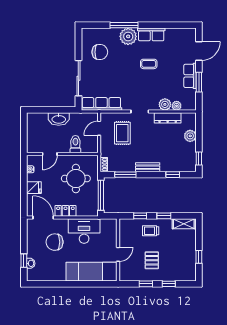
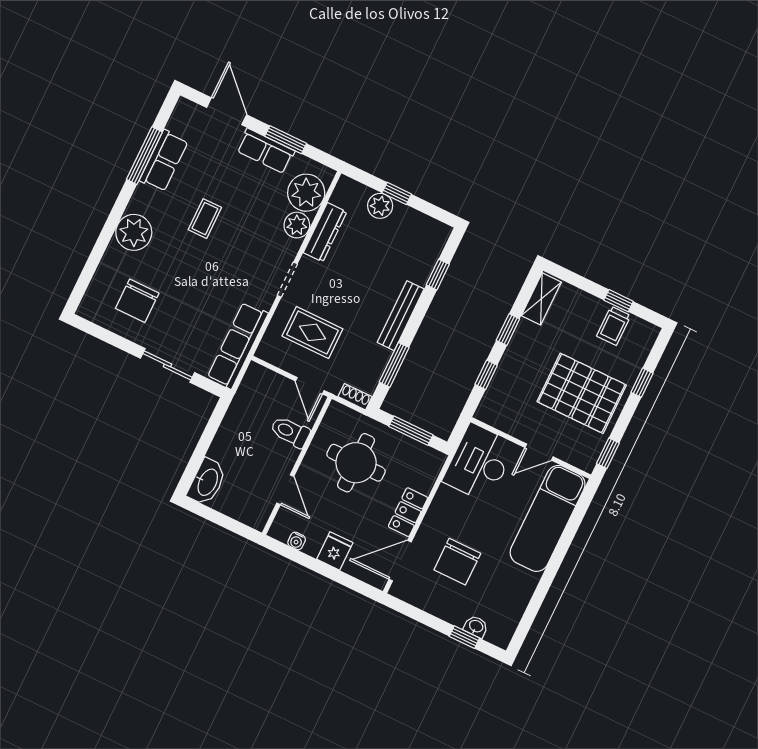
window: (124, 25) -> (144, 156), moved
row of seats: (151, 34) -> (164, 161), moved
chair: (100, 52) -> (137, 301), turned 180
sliding door: (78, 78) -> (168, 365), width x0.73
plant: (177, 106) -> (306, 193), width x1.87, depth x1.87
washbasin: (59, 119) -> (207, 482), moved
door: (99, 128) -> (310, 386), moved
window: (199, 159) -> (397, 193), moved
bench: (148, 167) -> (401, 316), width x1.36
window: (101, 195) -> (411, 431), width x0.69
desk: (84, 231) -> (479, 463), moved
trolley: (151, 231) -> (614, 326), moved
door: (118, 254) -> (539, 452), swing flipped
pallet: (152, 260) -> (582, 393), width x2.05, depth x2.00
window: (146, 284) -> (608, 453), moved

